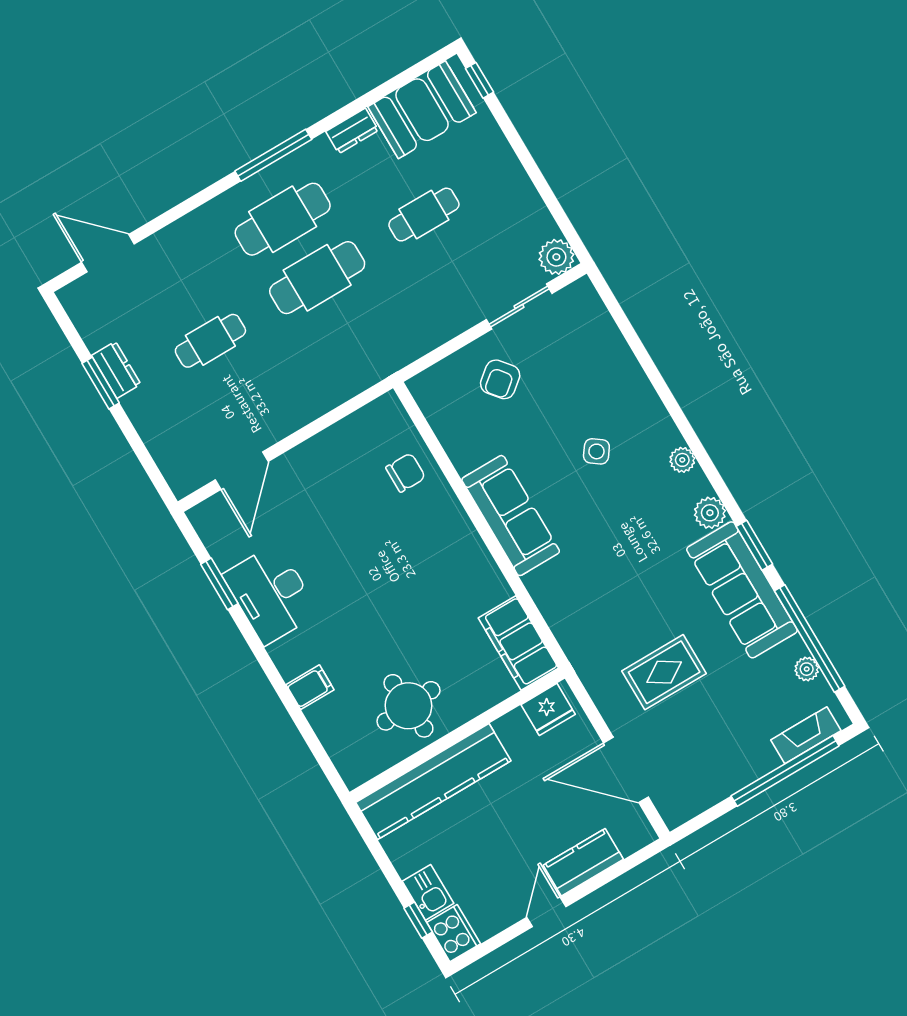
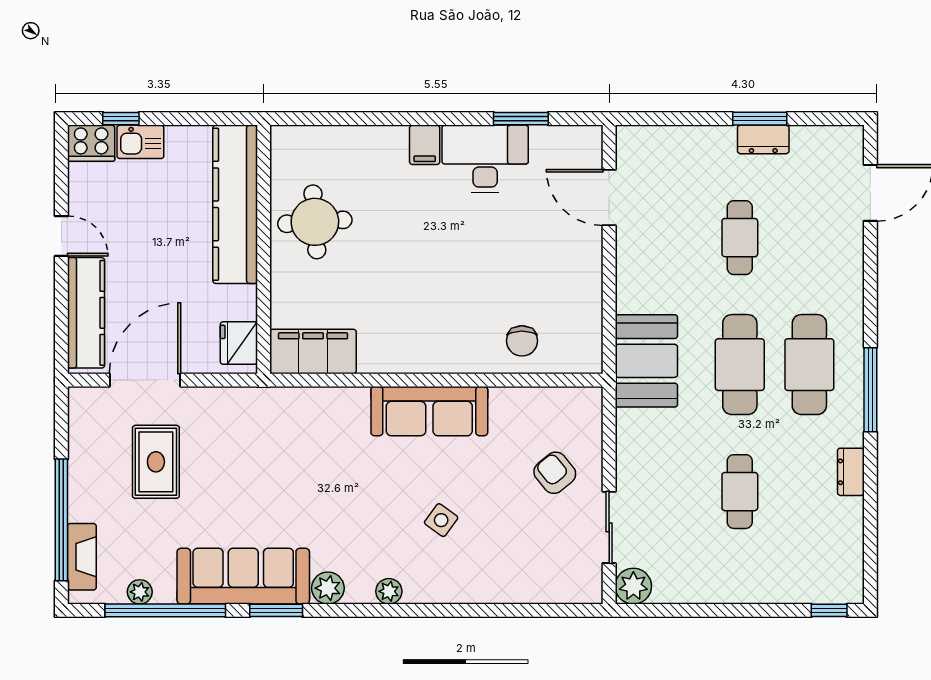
booth: (422, 110) -> (646, 361), moved
rug: (664, 672) -> (156, 462), moved
filing cabinet: (310, 687) -> (425, 145), moved
kitchen counter: (583, 862) -> (86, 313), width x1.50

